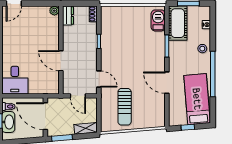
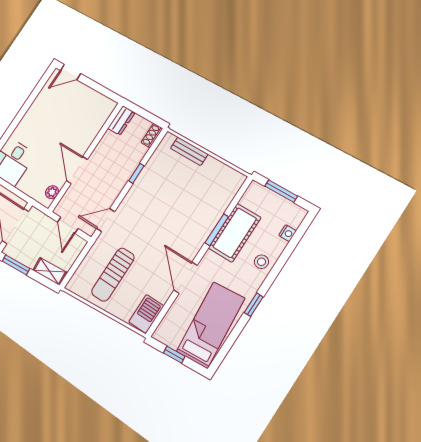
plant: (54, 11) -> (52, 192), moved
bench: (122, 11) -> (189, 151), added
barbecue: (158, 20) -> (146, 314), moved
cot: (178, 23) -> (235, 233), moved
window: (213, 74) -> (254, 305), width x0.32
door: (99, 79) -> (106, 220), swing flipped

